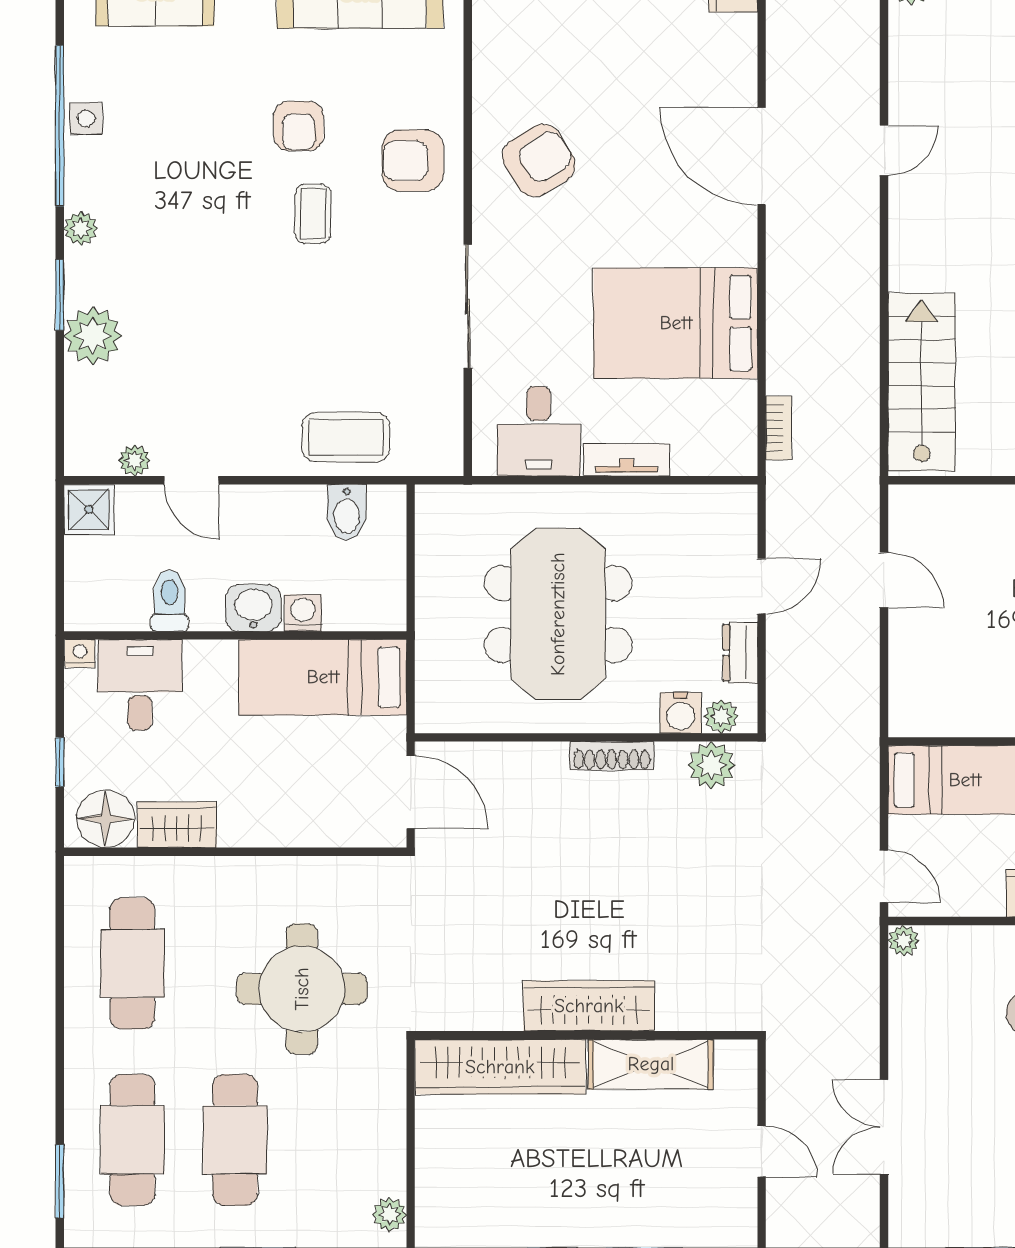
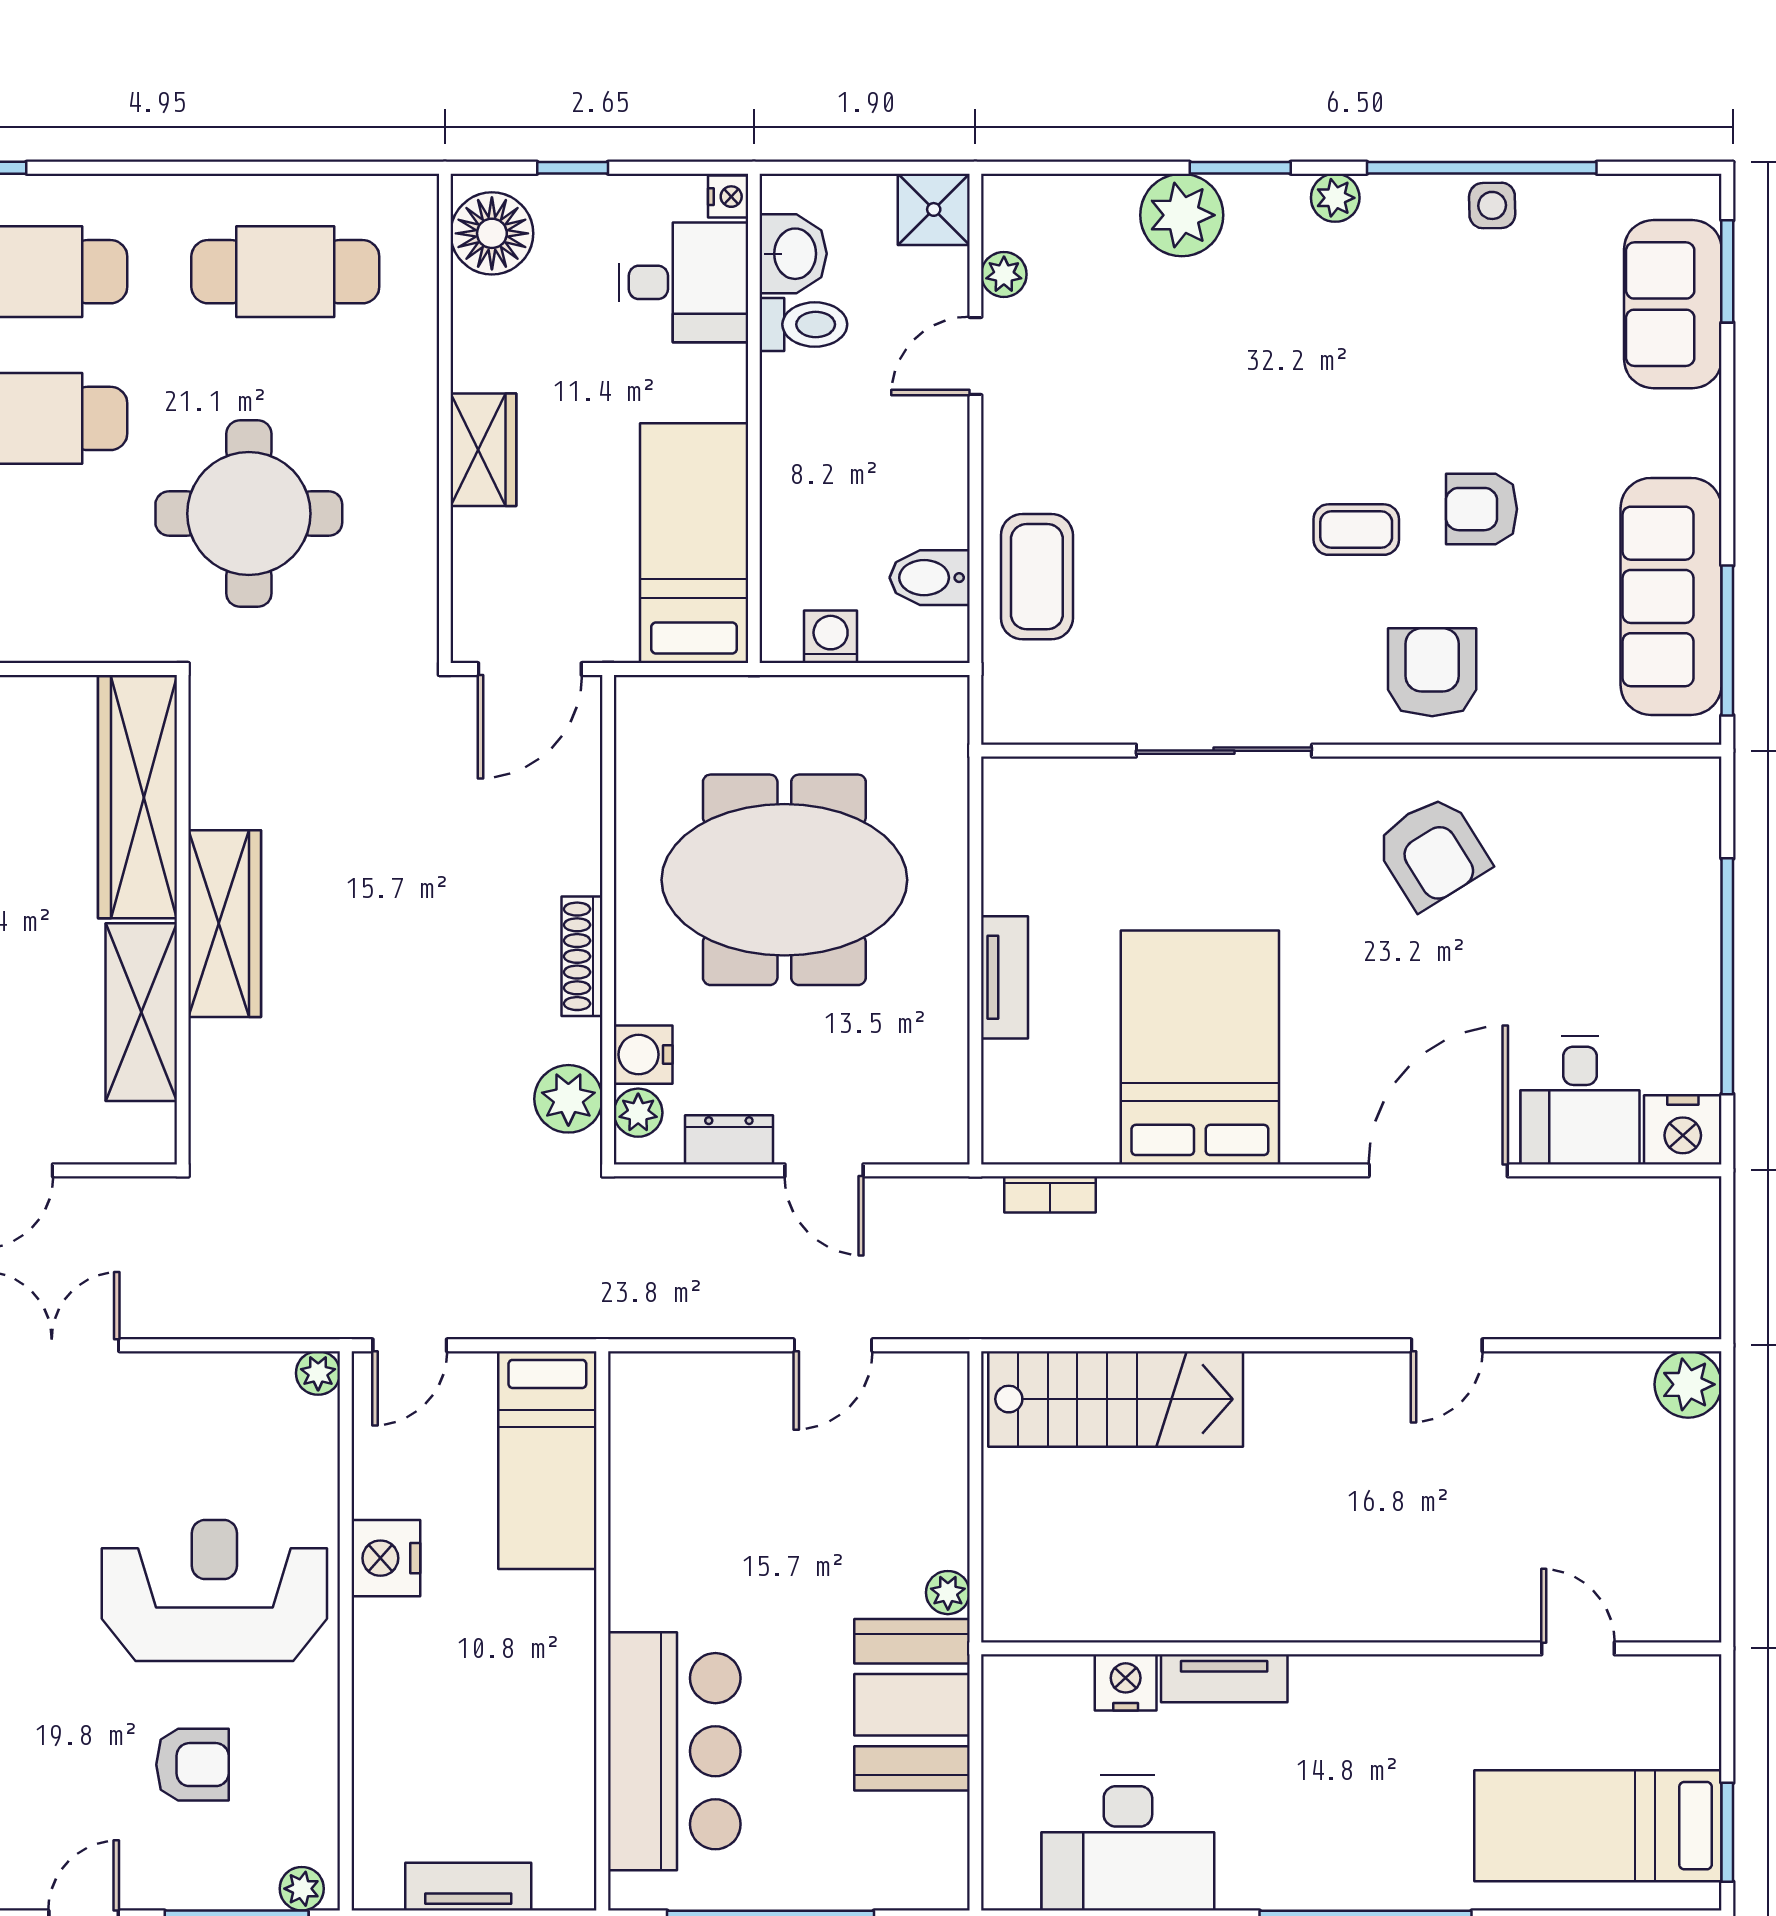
door: (884, 150) -> (1447, 1345), hinge flipped
desk: (539, 431) -> (1580, 1100), moved, turned -90
washbasin: (253, 608) -> (793, 254), moved
washing machine: (303, 613) -> (831, 637), moved, turned -90
wardrobe: (177, 825) -> (483, 450), moved

